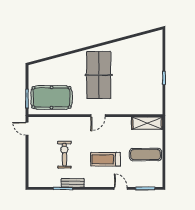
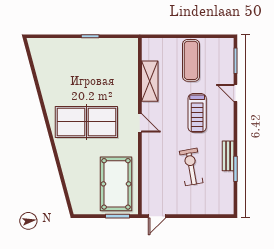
shelving: (147, 123) -> (150, 81), moved
exercise bike: (64, 155) -> (191, 167), turned 80
door: (121, 188) -> (235, 93), hinge flipped

